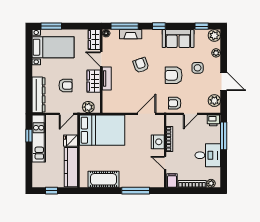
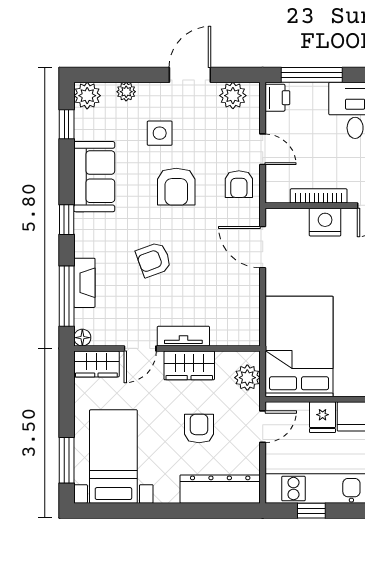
door: (66, 114) -> (263, 427), hinge flipped

